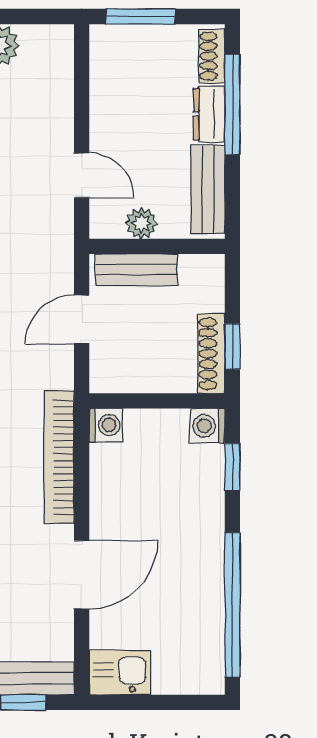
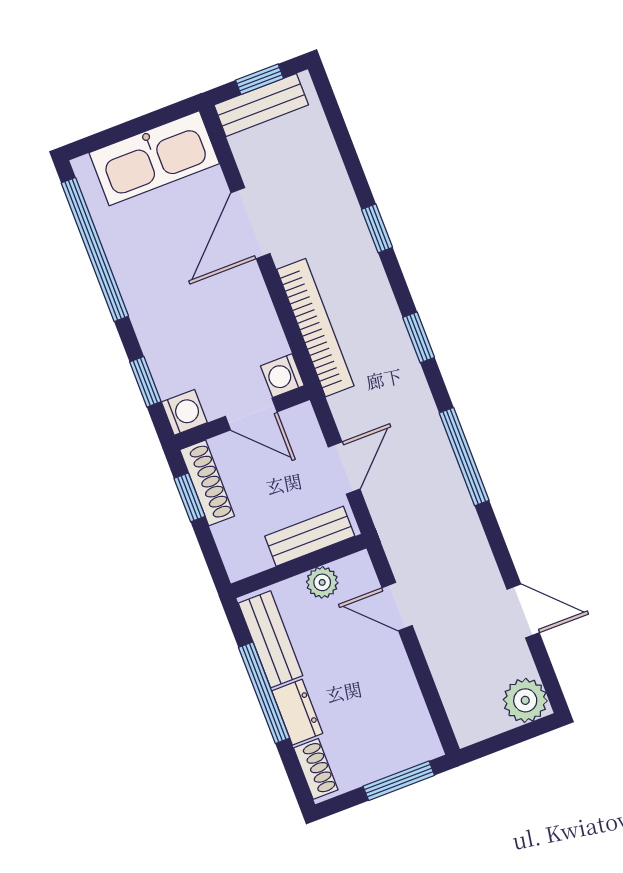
window: (232, 105) -> (264, 693), moved
door: (147, 401) -> (251, 414), added
kitchen sink: (120, 673) -> (154, 158), width x1.88, depth x1.24

